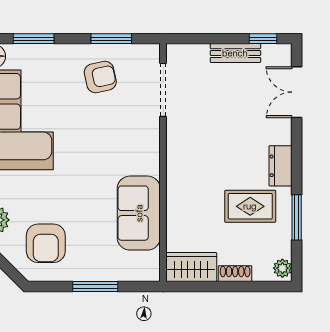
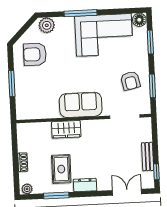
sofa: (139, 213) -> (81, 105), moved
wardrobe: (191, 267) -> (66, 129), moved, turned 90

